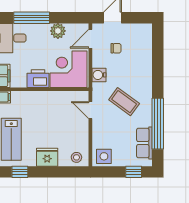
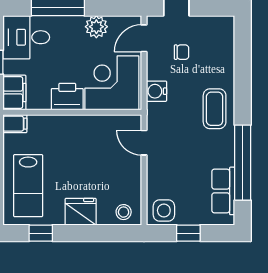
coffee table: (124, 102) -> (215, 109), moved, turned 54
window: (134, 172) -> (188, 233), moved

